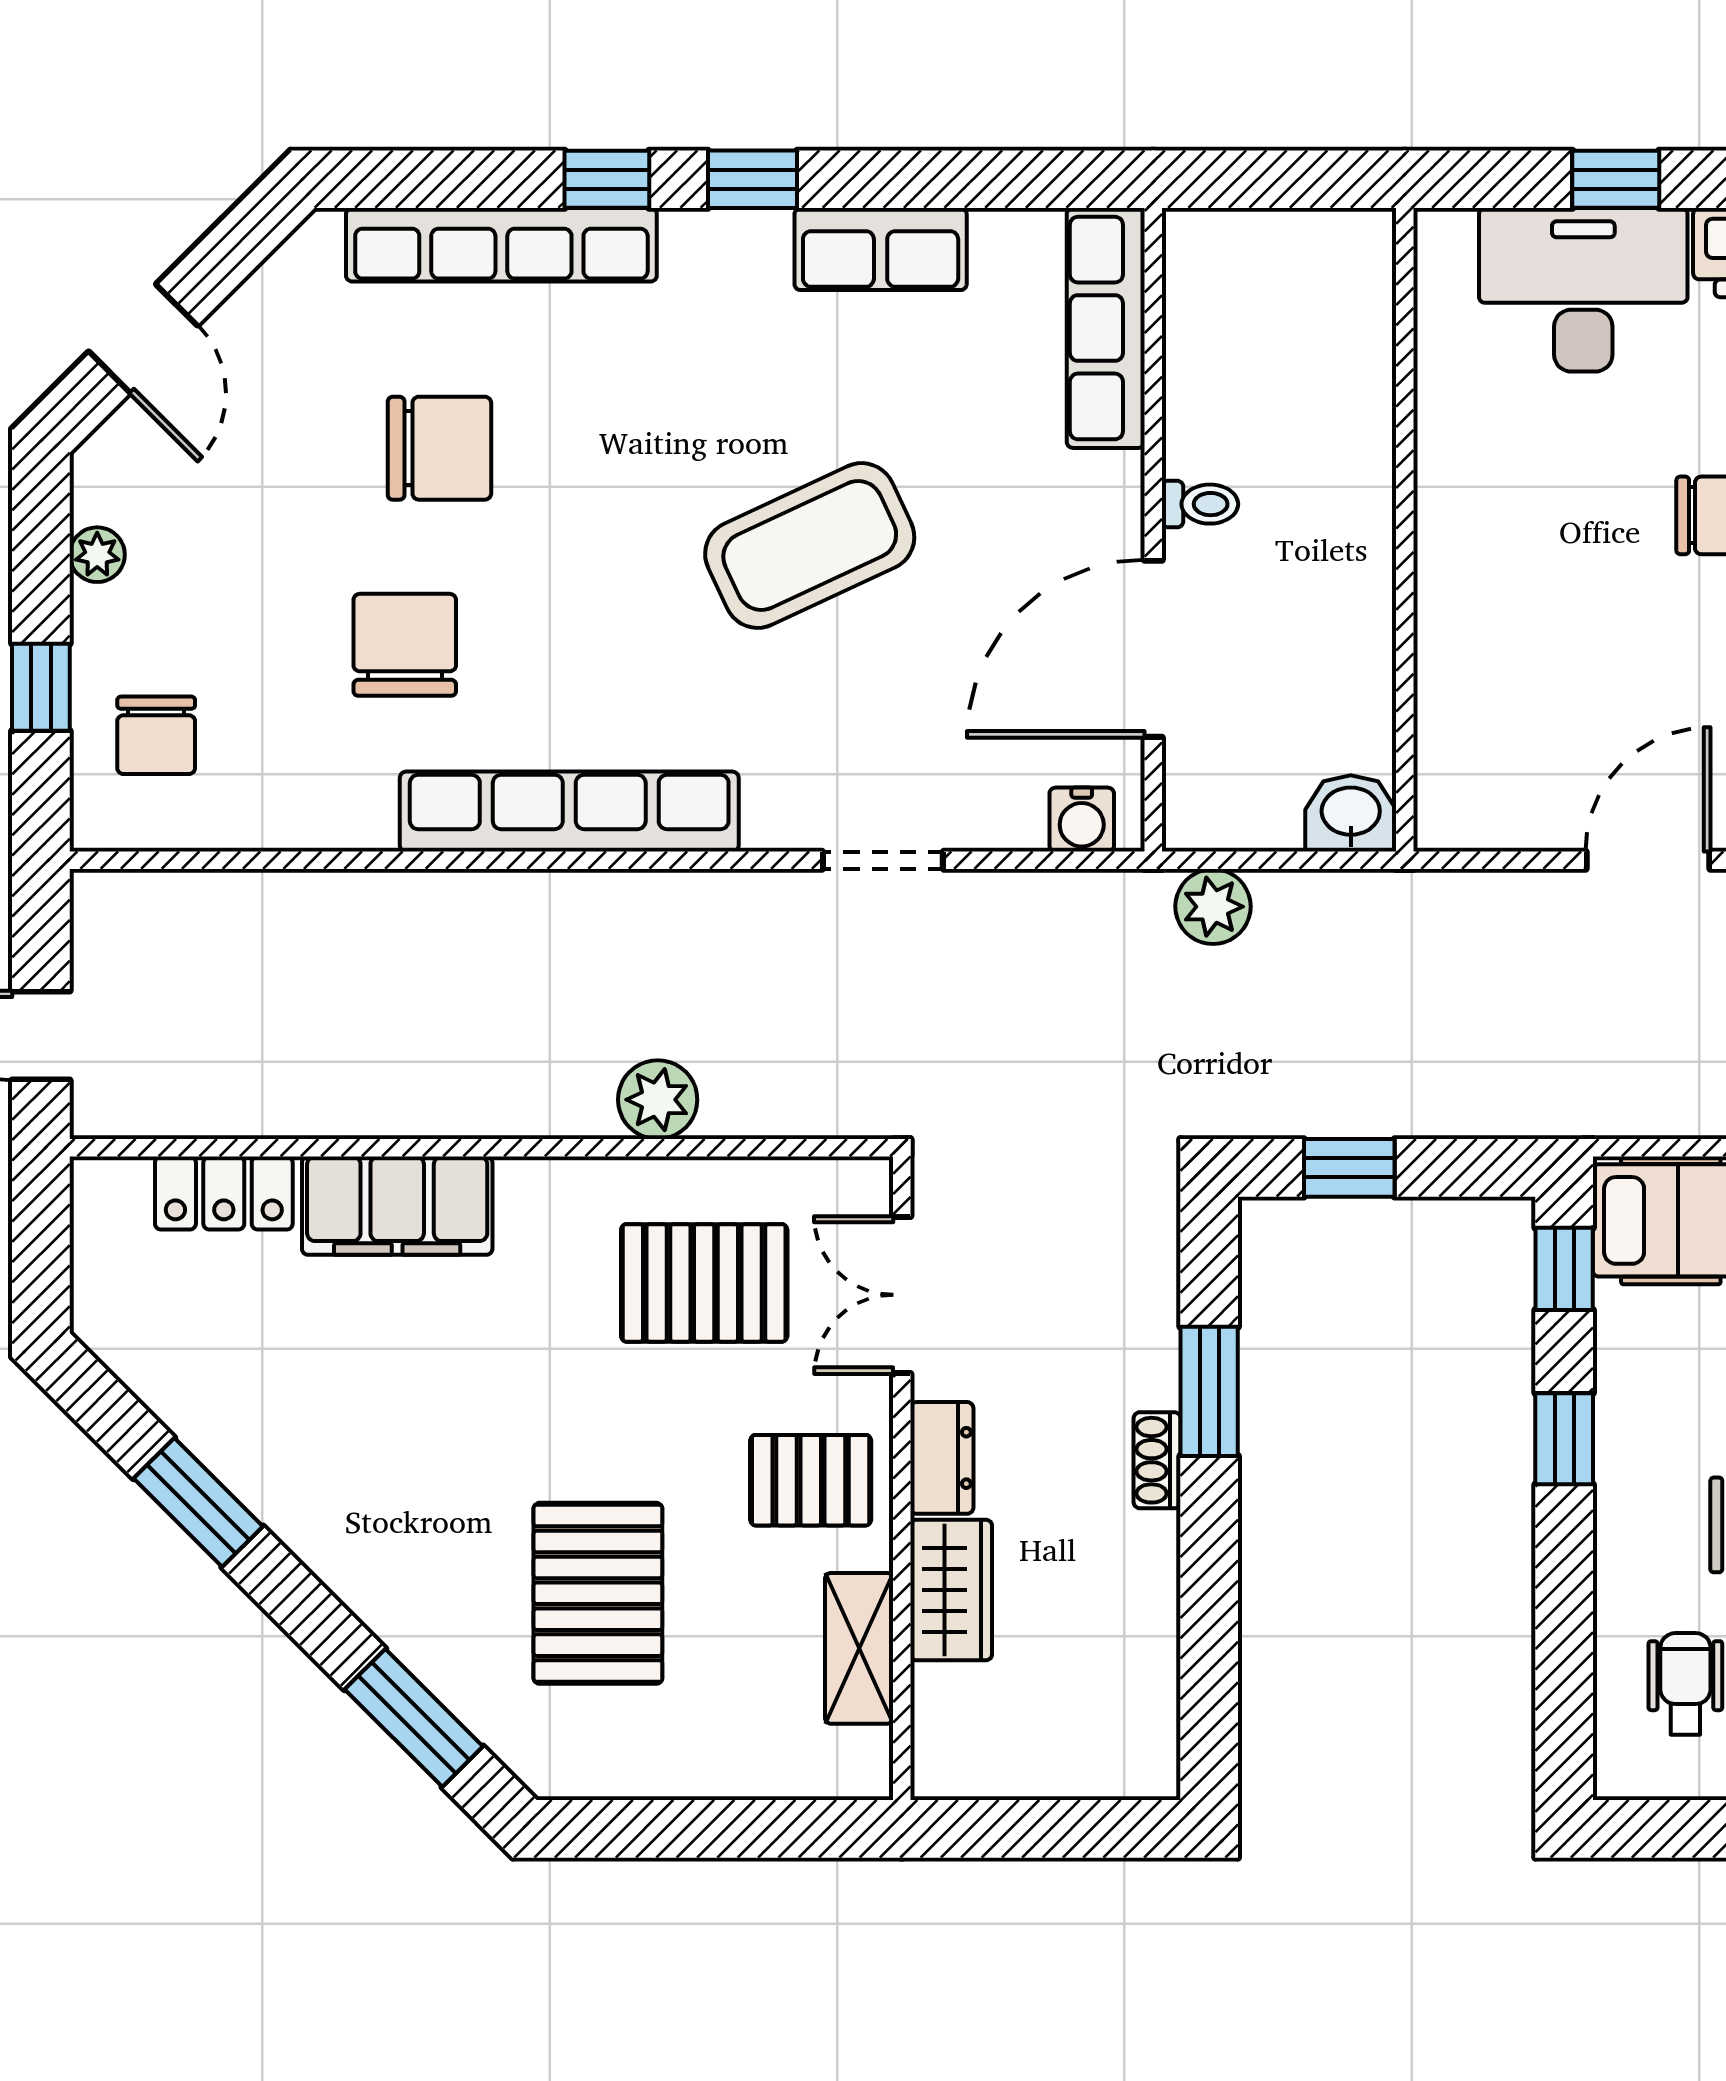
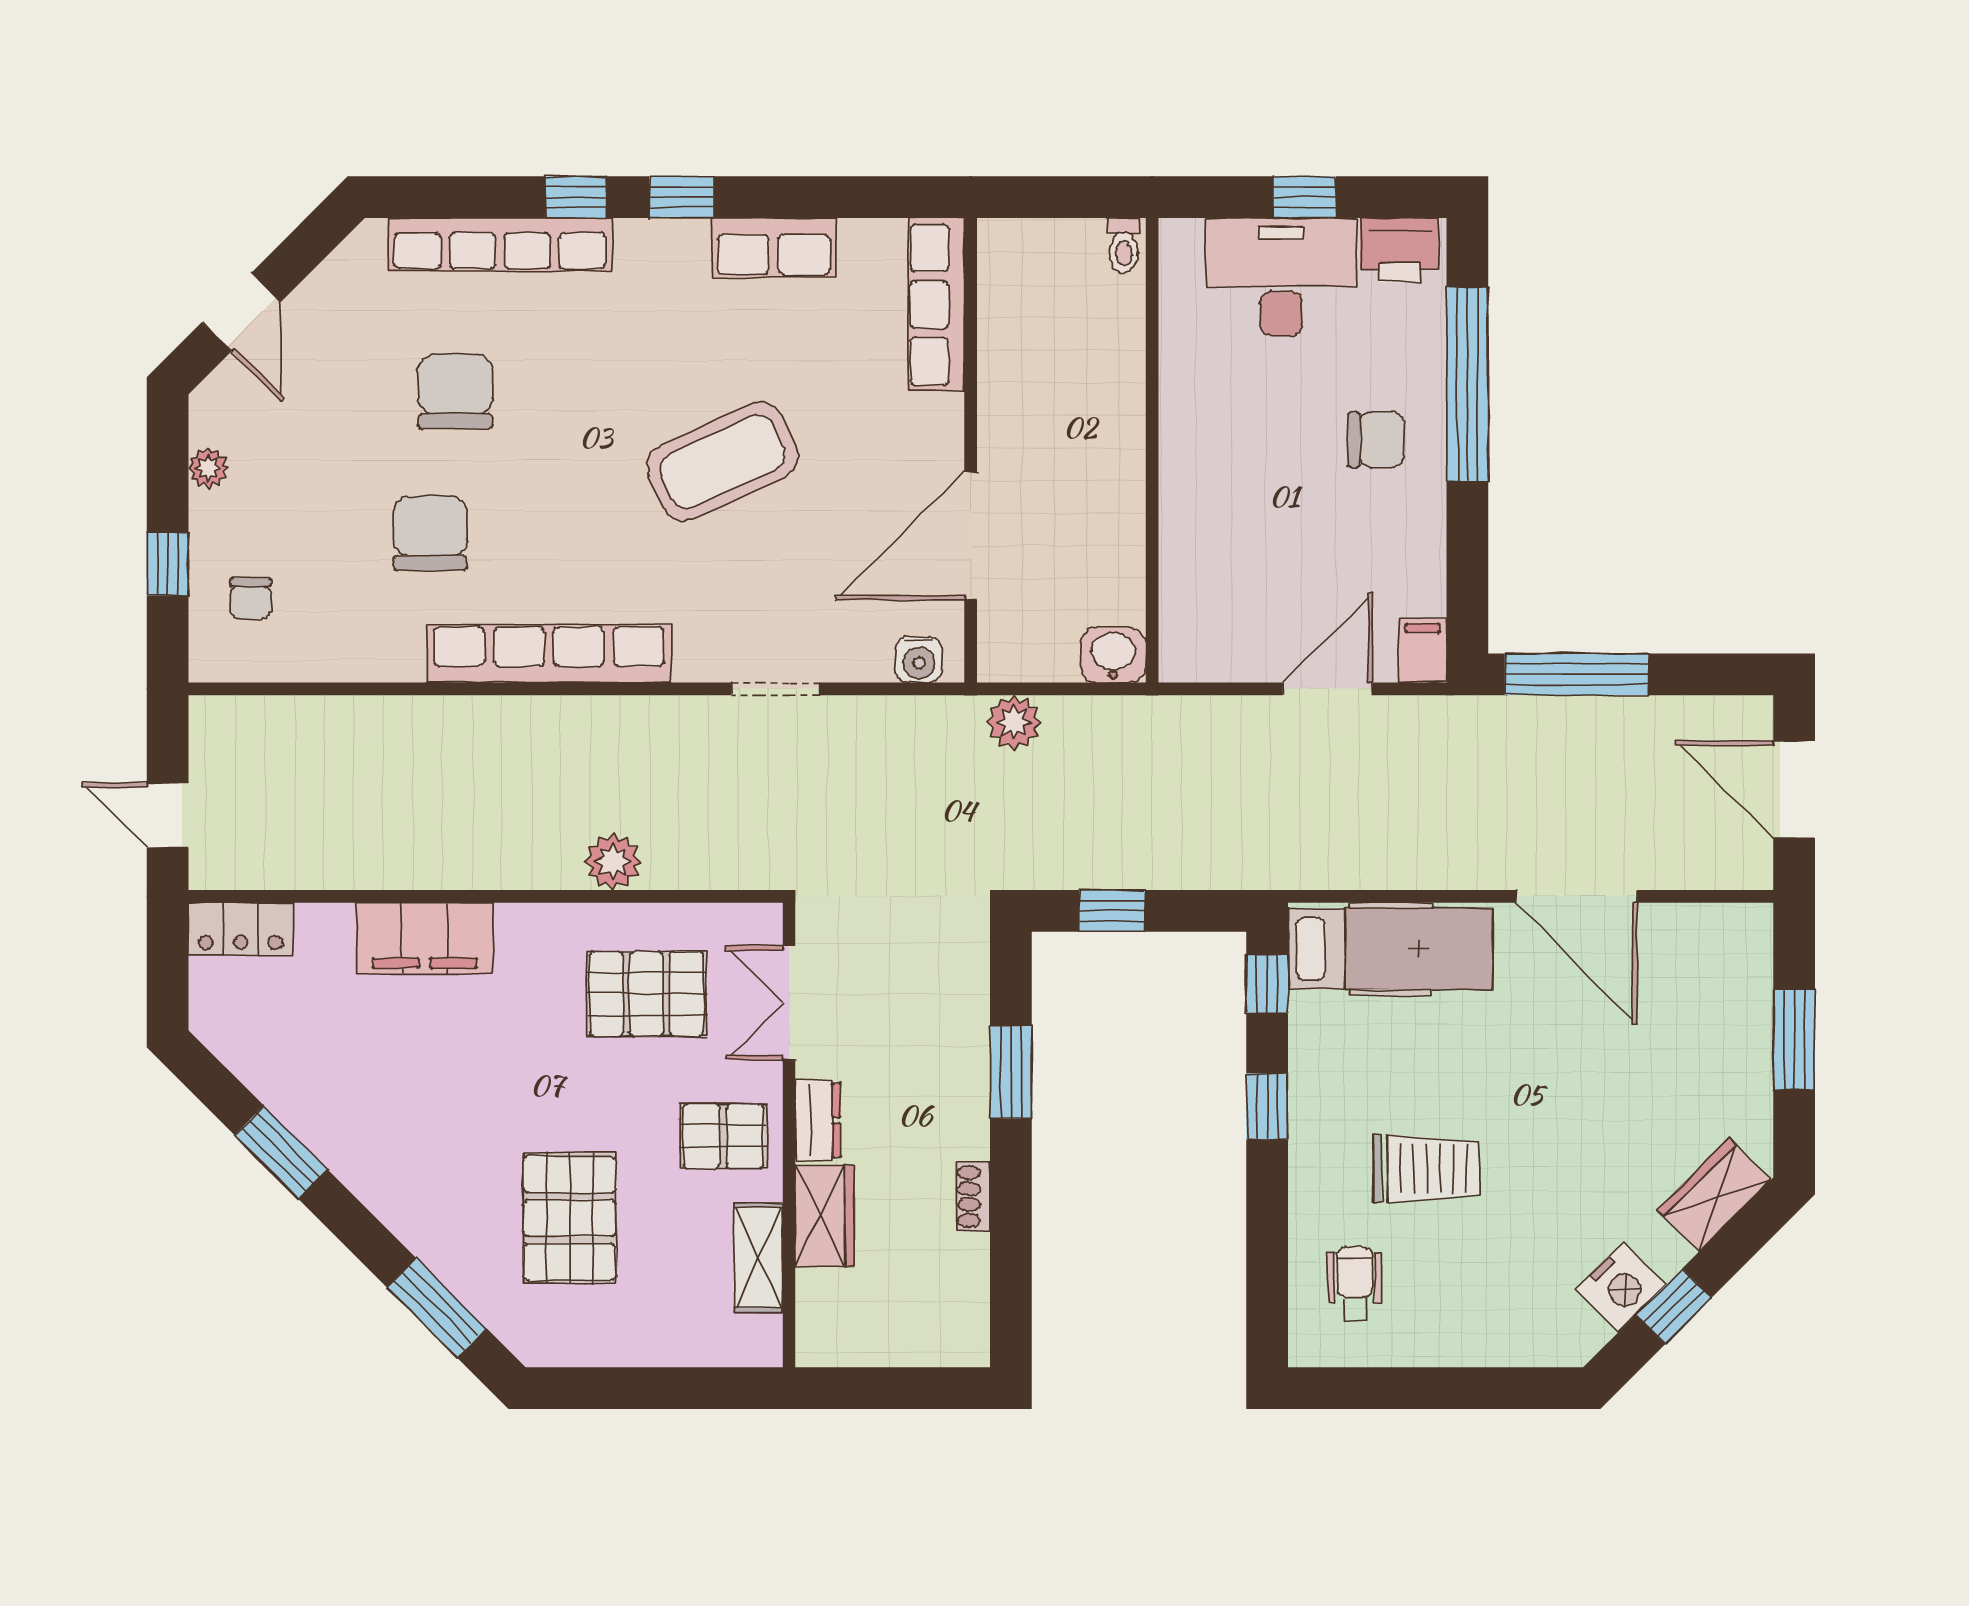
chair: (439, 448) -> (455, 391), turned -90
toilet: (1200, 504) -> (1124, 245), moved, turned 90
chair: (156, 735) -> (251, 599), width x0.73, depth x0.73
locker: (224, 1193) -> (241, 929), moved
shoe rack: (1157, 1460) -> (973, 1197), moved

